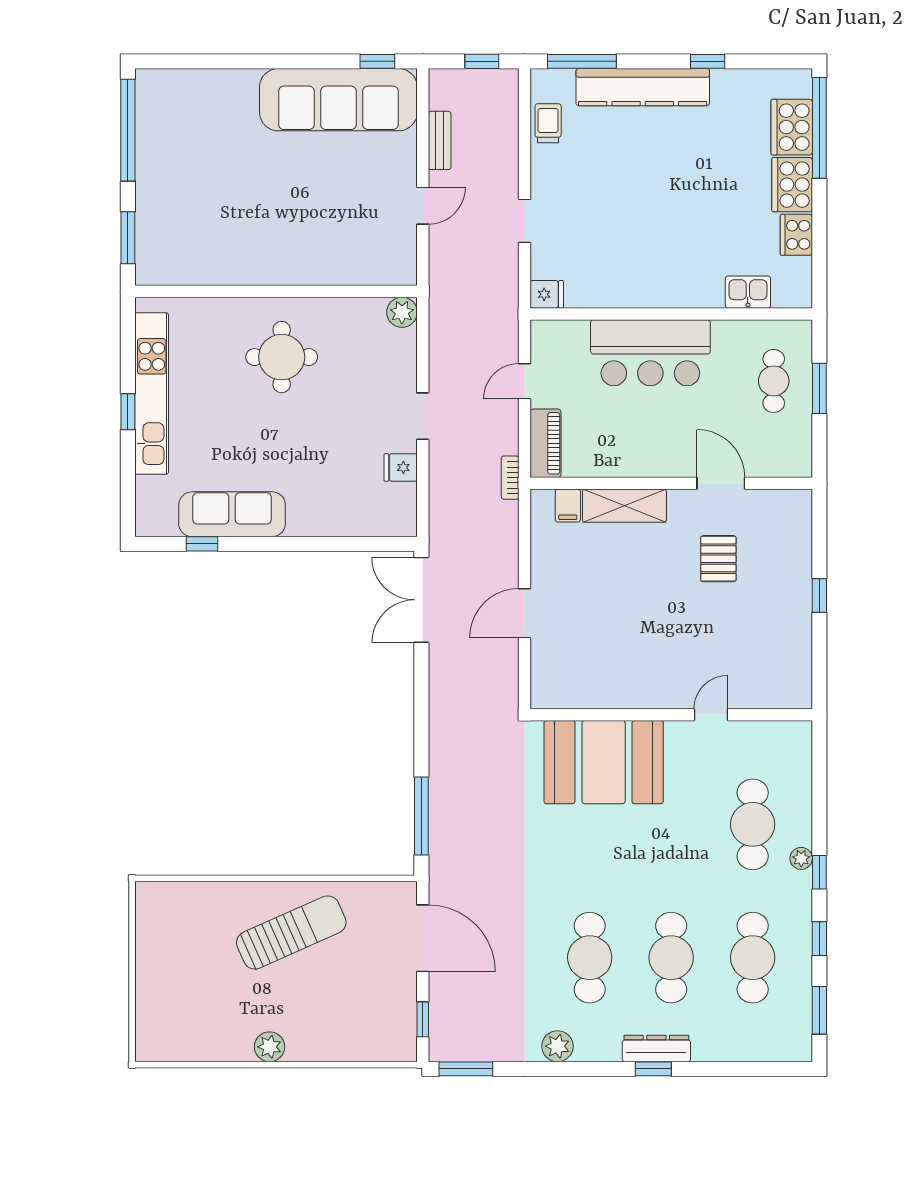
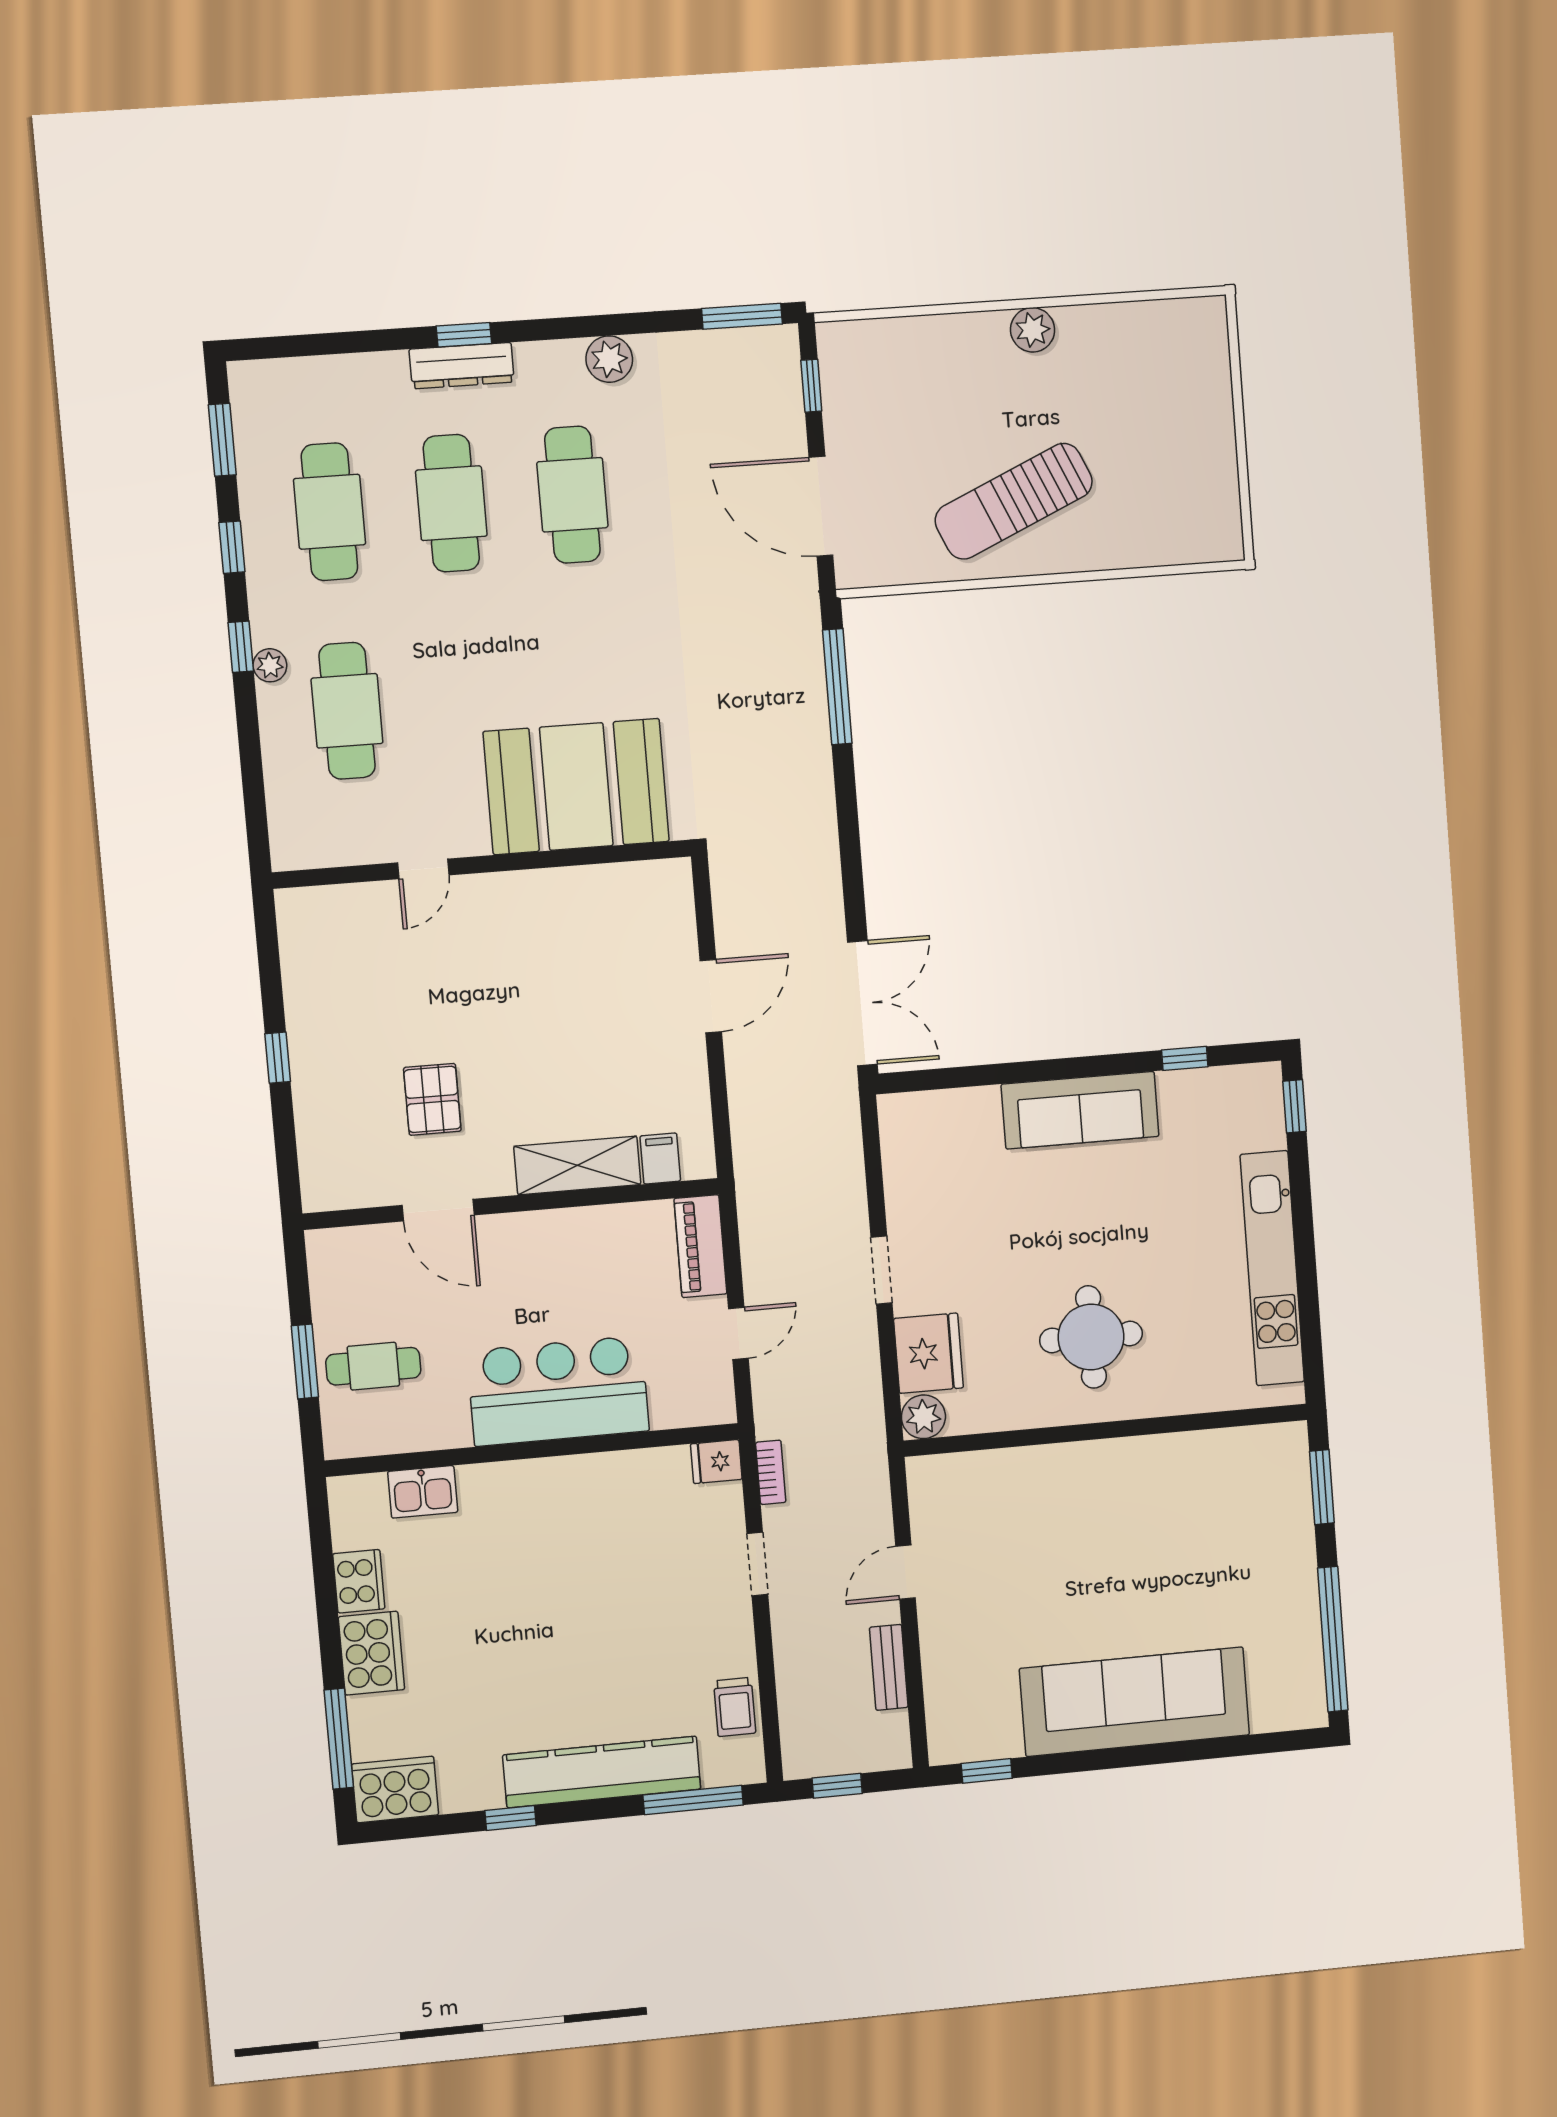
sofa: (338, 100) -> (1135, 1702), moved
cooker: (792, 127) -> (395, 1789), moved, turned -90
window: (819, 128) -> (339, 1739), width x0.68
cafe table: (774, 381) -> (373, 1366), turned 90
window: (128, 412) -> (1295, 1106), moved
fridge: (401, 467) -> (928, 1353), moved, width x1.88, depth x1.34
bookcase: (510, 478) -> (771, 1472), moved
sofa: (232, 514) -> (1080, 1110), moved

